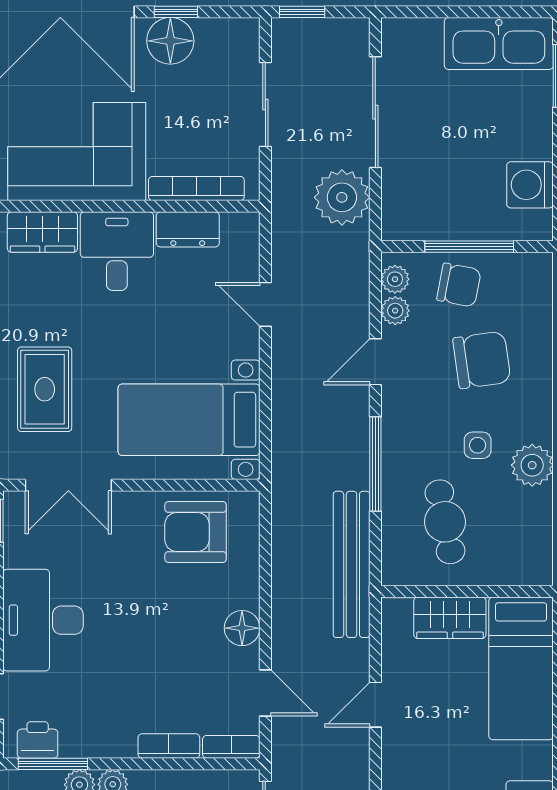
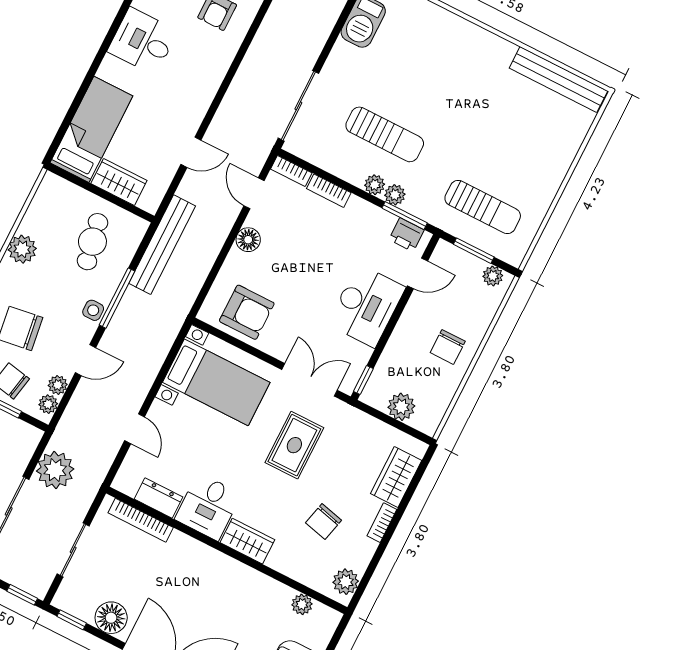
window: (176, 12) -> (72, 620), moved
corner sofa: (77, 152) -> (202, 579), removed
side table: (478, 445) -> (93, 310), moved

